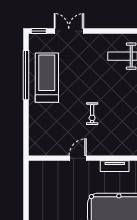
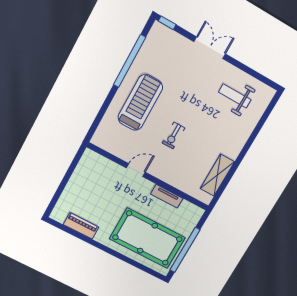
double door: (69, 31) -> (210, 48), moved
treadmill: (47, 78) -> (140, 103), moved

